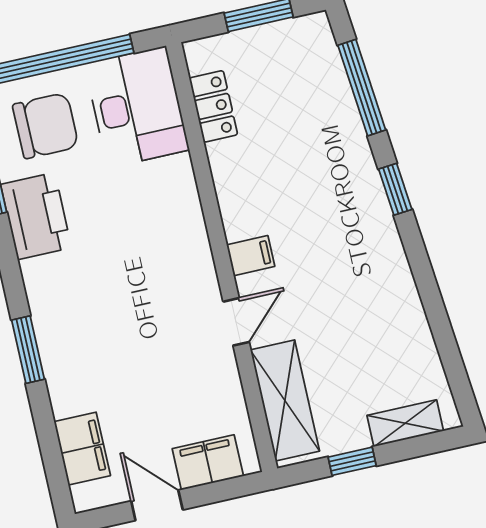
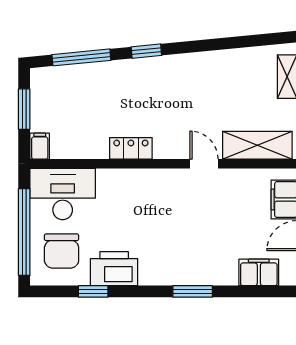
locker: (213, 106) -> (131, 148), moved
chair: (46, 126) -> (62, 251), turned 180
filing cabinet: (251, 256) -> (40, 146), moved

